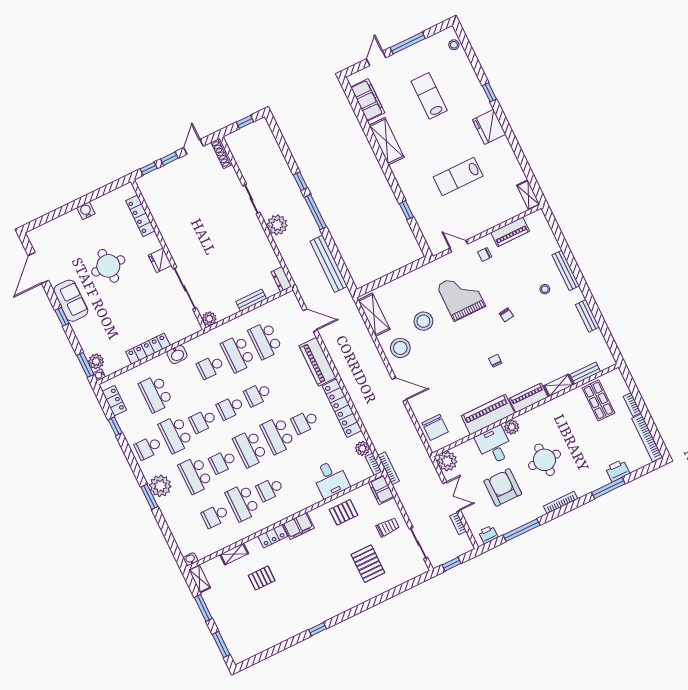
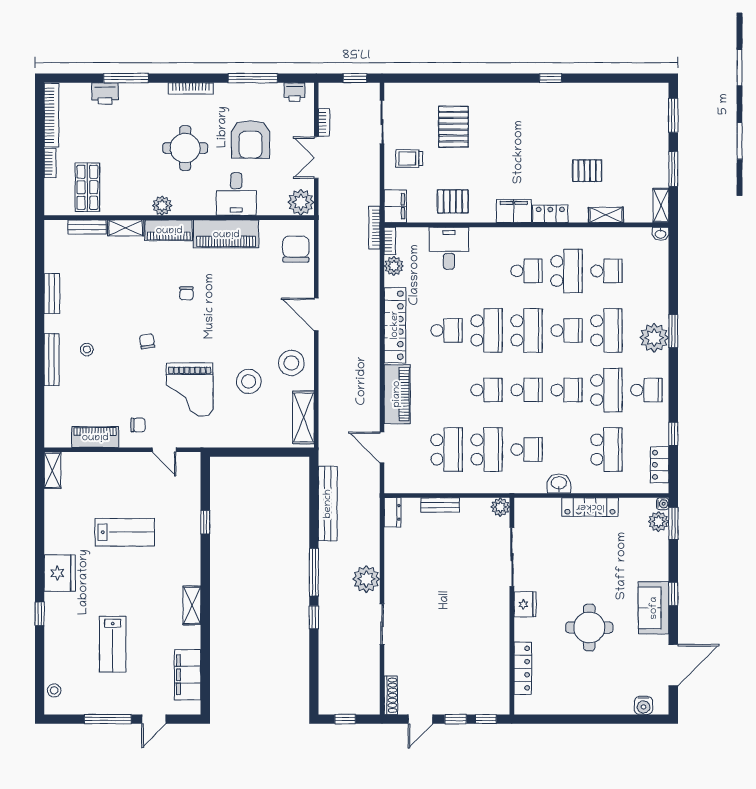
shelving: (387, 141) -> (192, 605), width x0.67, depth x0.75
water cooler: (86, 211) -> (643, 705), moved
plant: (512, 427) -> (162, 206), moved

